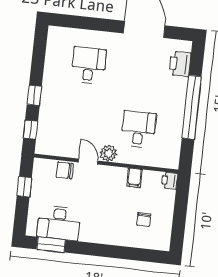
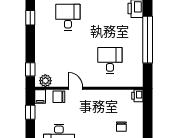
window: (34, 95) -> (30, 18), moved
plant: (108, 153) -> (45, 81), moved
filing cabinet: (135, 178) -> (40, 97), moved

